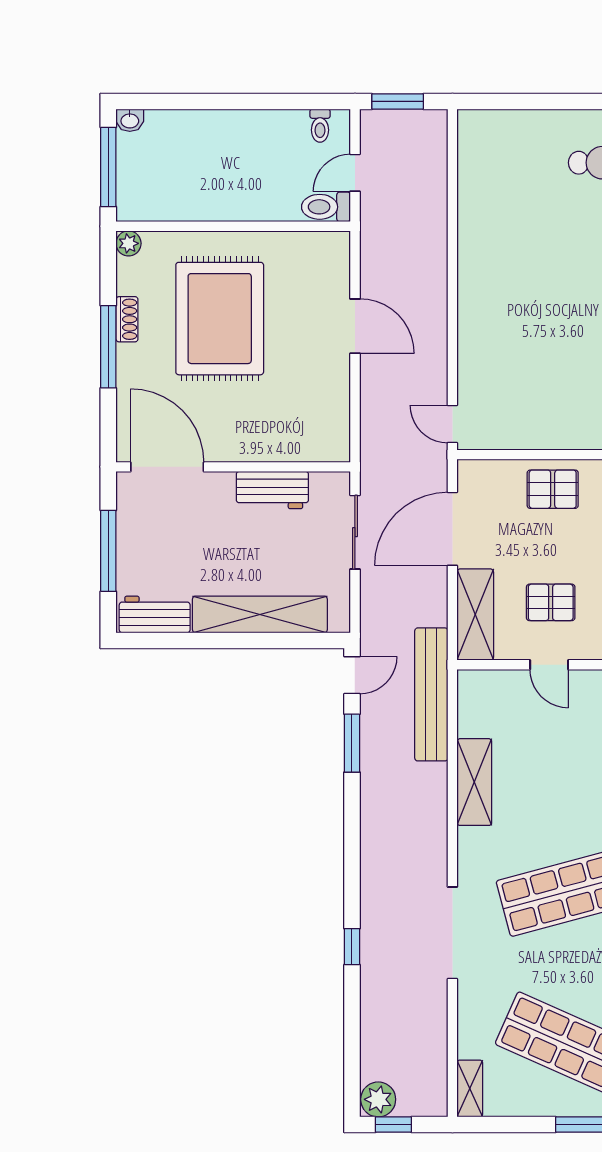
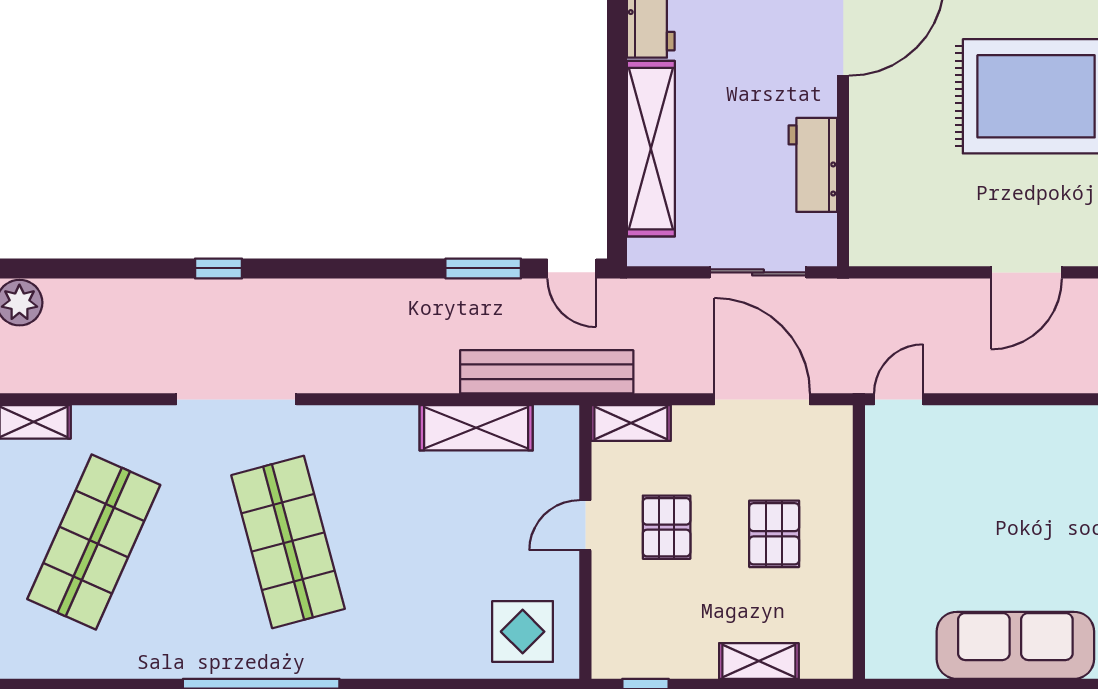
pallet: (553, 489) -> (774, 534), moved
shelving: (475, 615) -> (631, 423), width x0.67, depth x0.75
shelving: (474, 782) -> (476, 428), moved

